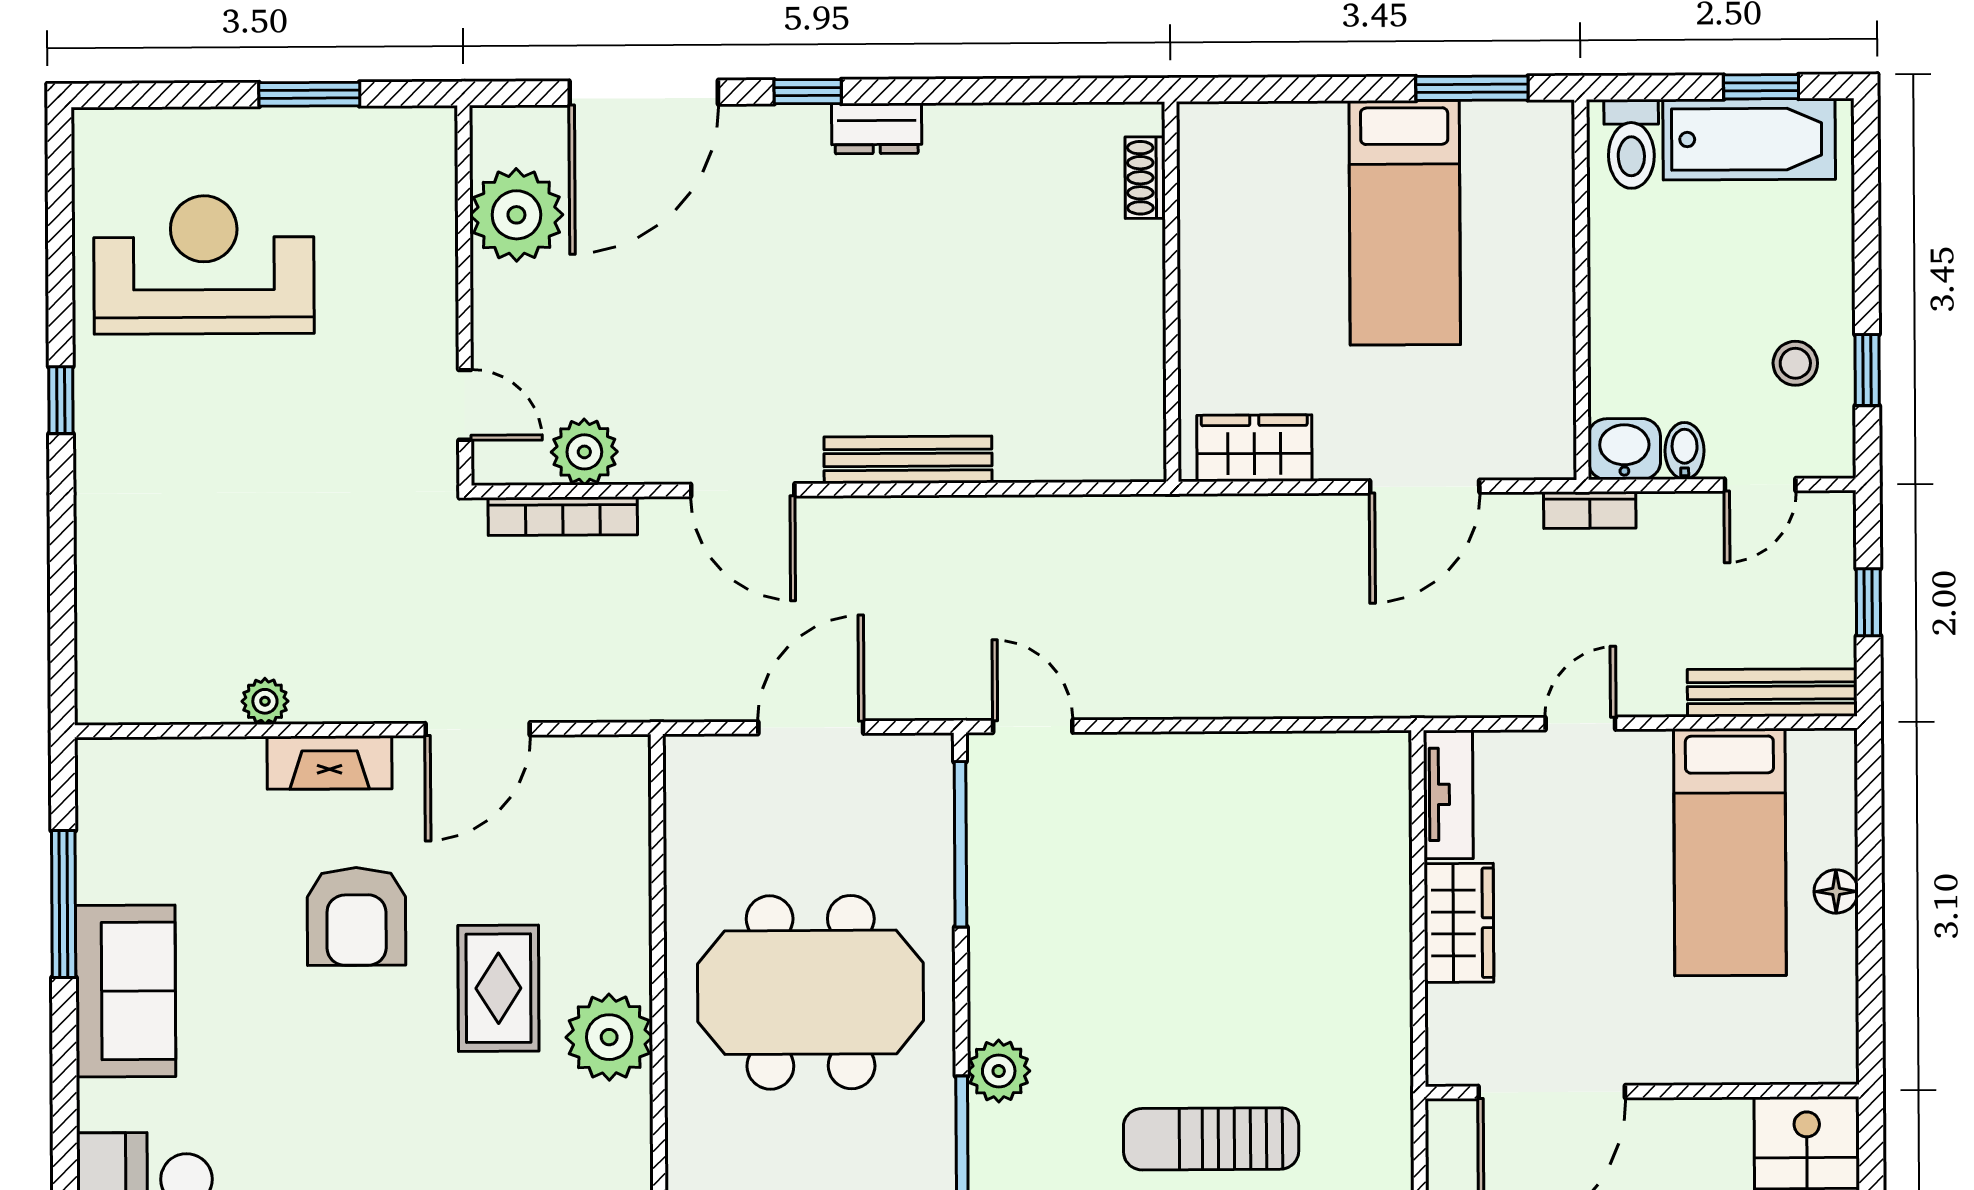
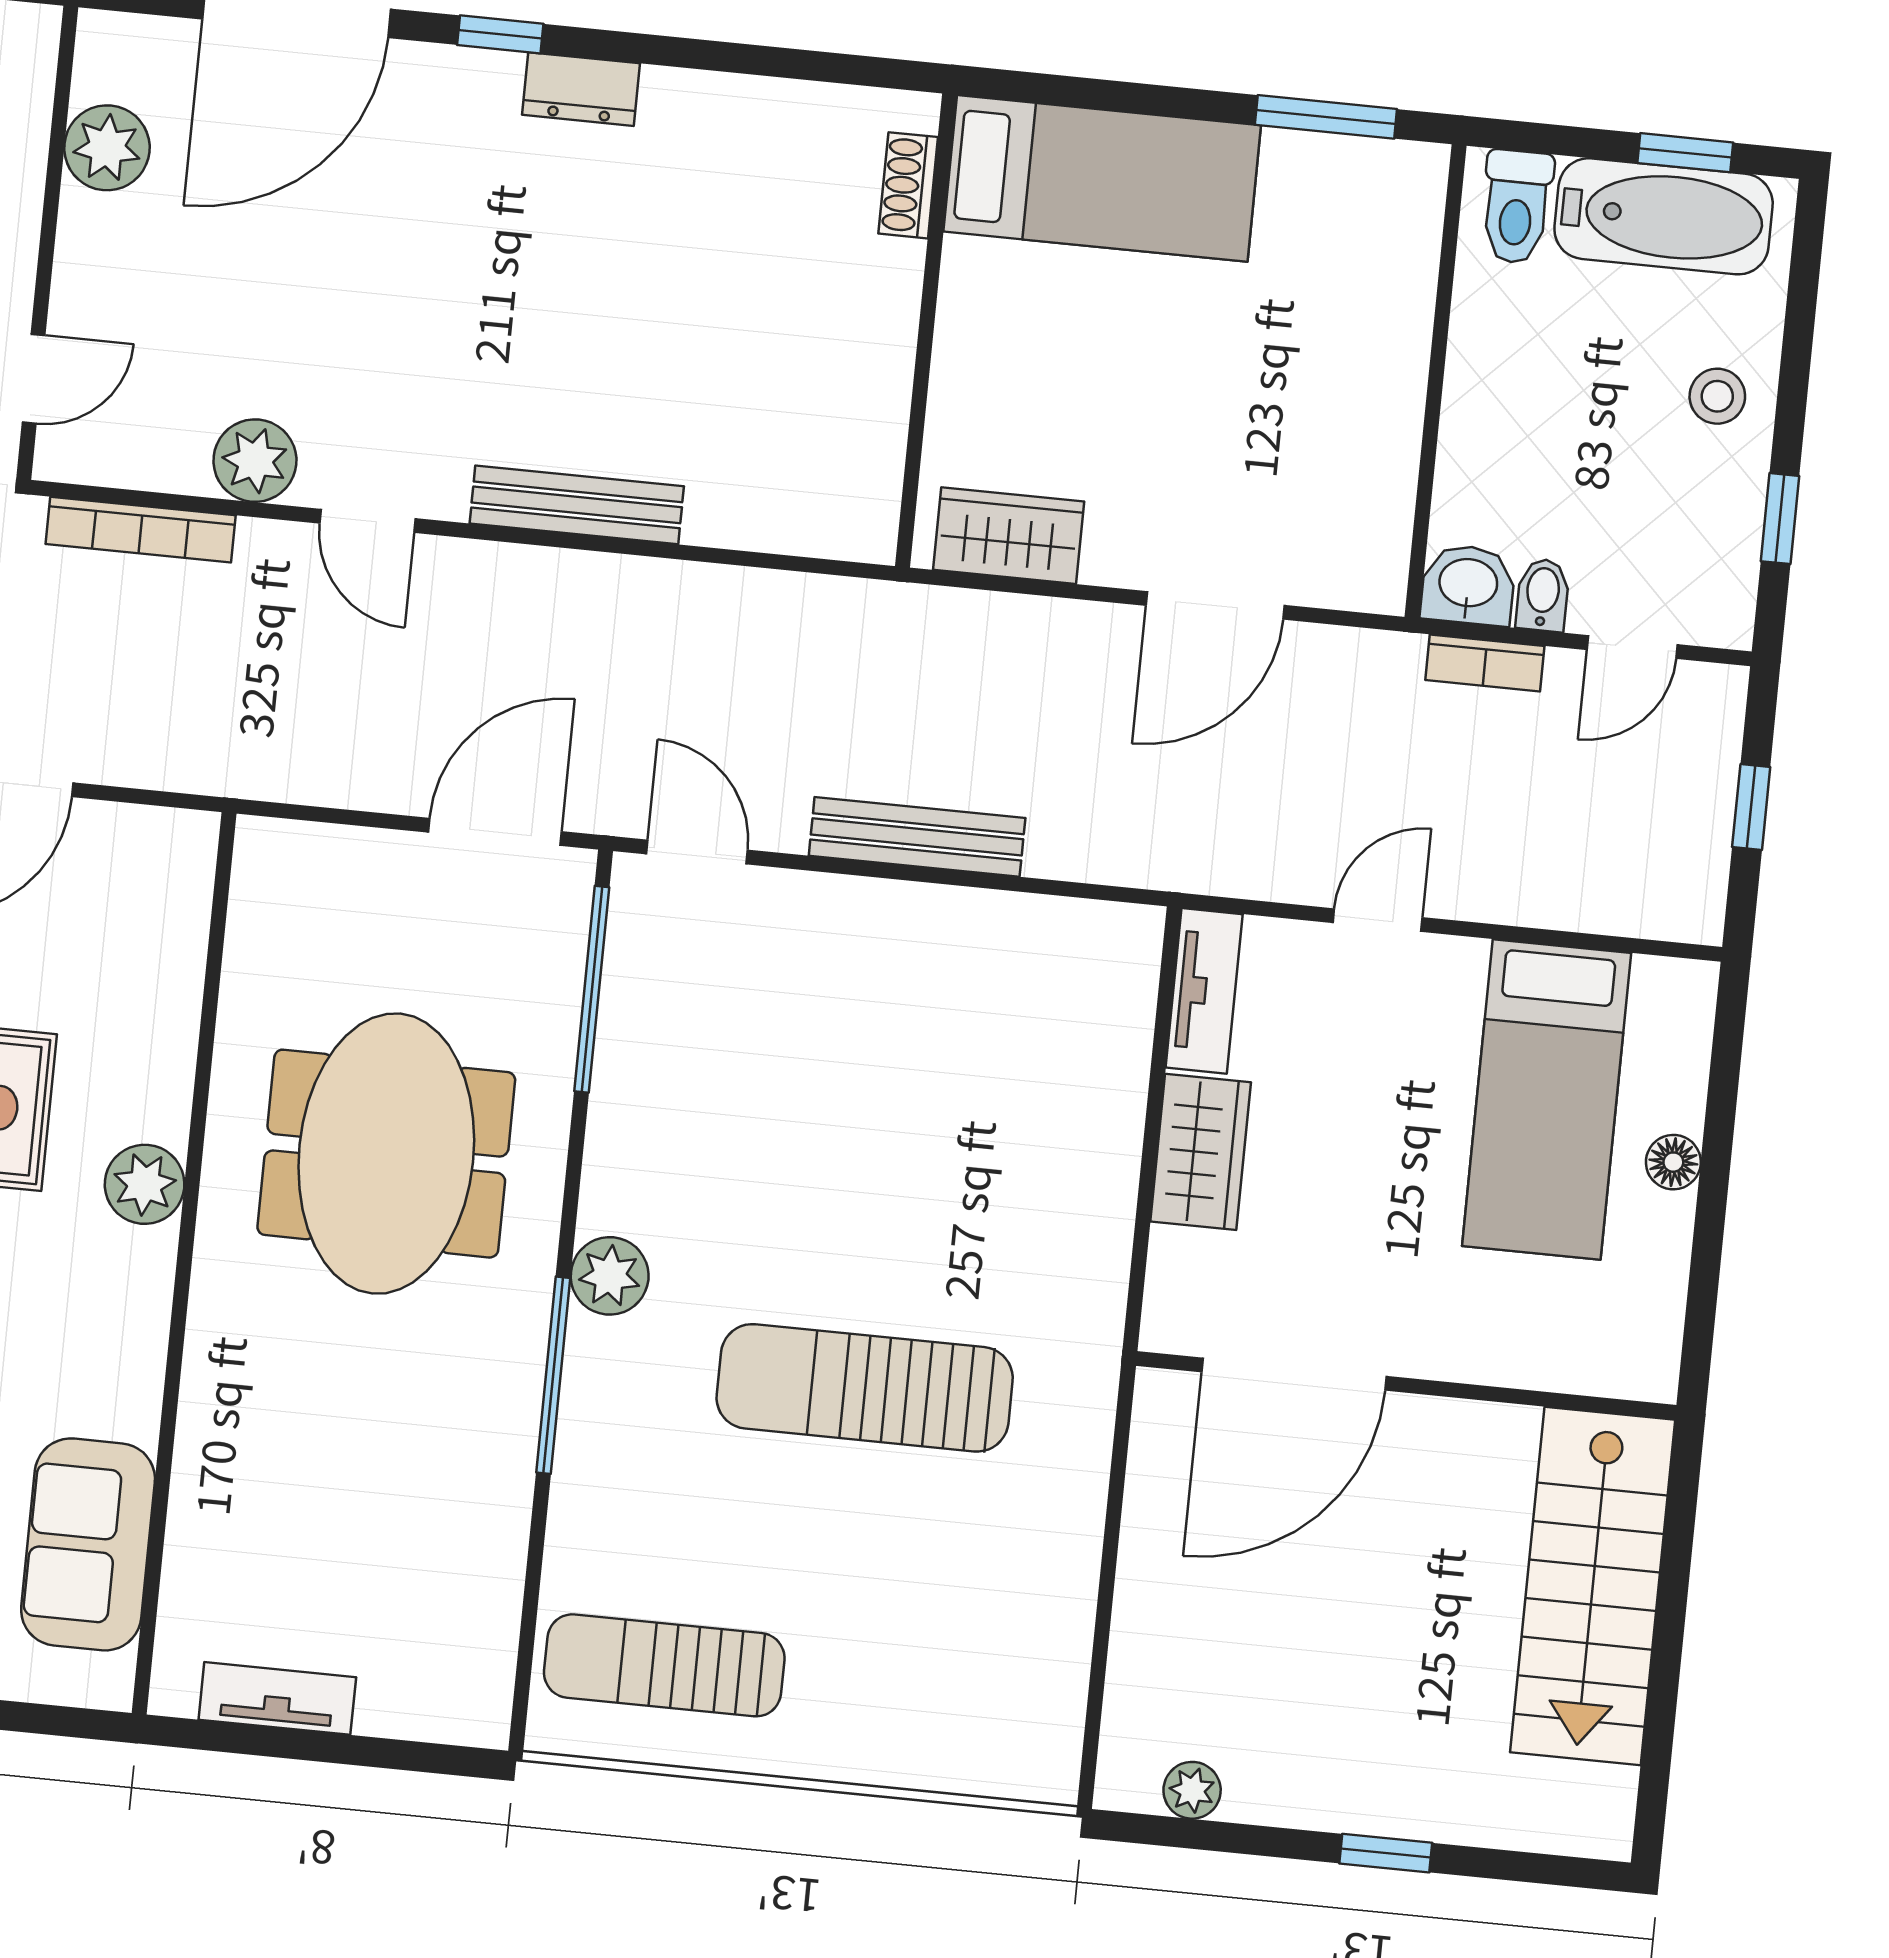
plant: (516, 215) -> (107, 148), width x0.73, depth x0.73
bed: (1405, 223) -> (1102, 178), moved, turned -90
stool: (1795, 363) -> (1717, 396), moved
door: (465, 405) -> (34, 379), hinge flipped
plant: (584, 452) -> (255, 461), moved
door: (743, 490) -> (368, 521), width x0.73
bookcase: (1590, 510) -> (1485, 663), moved
bench: (1772, 693) -> (917, 837), moved
door: (811, 727) -> (495, 832), moved
meeting table: (811, 992) -> (386, 1154), turned 90
plant: (609, 1037) -> (145, 1184), width x0.73, depth x0.73
sun lounger: (1211, 1139) -> (865, 1388), width x1.36, depth x1.34

